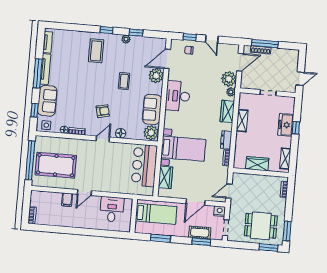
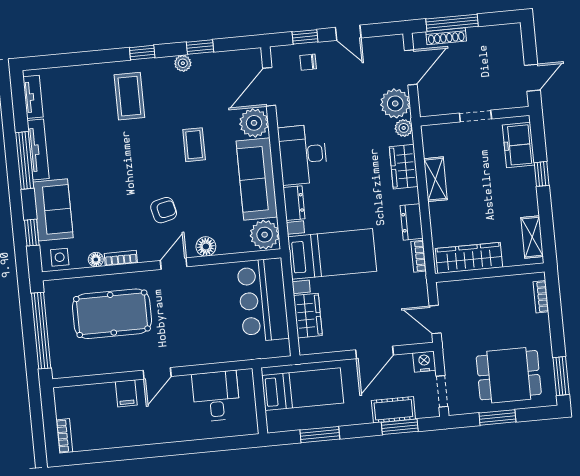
sofa: (152, 109) -> (257, 179), width x1.36
dresser: (169, 120) -> (294, 203), added
freezer: (286, 125) -> (518, 145), moved
wardrobe: (257, 164) -> (469, 258), width x1.50
pool table: (56, 165) -> (112, 314), moved
door: (229, 191) -> (435, 319), hinge flipped
window: (268, 247) -> (497, 417), moved

